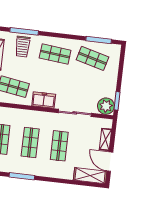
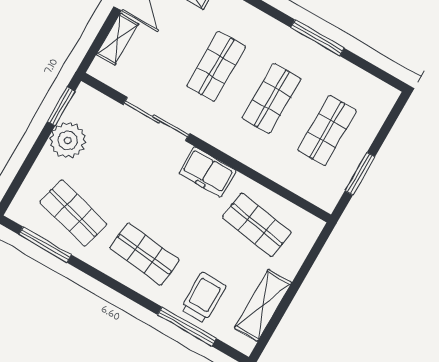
plant: (106, 106) -> (68, 140), moved

